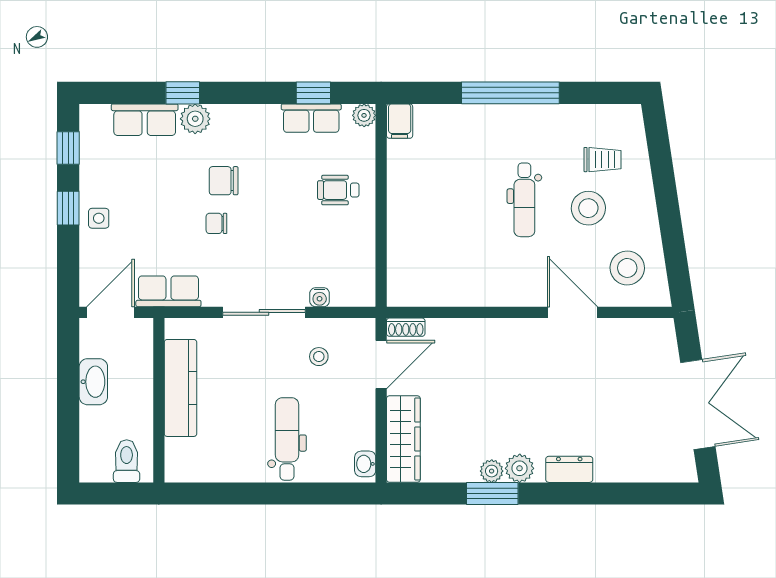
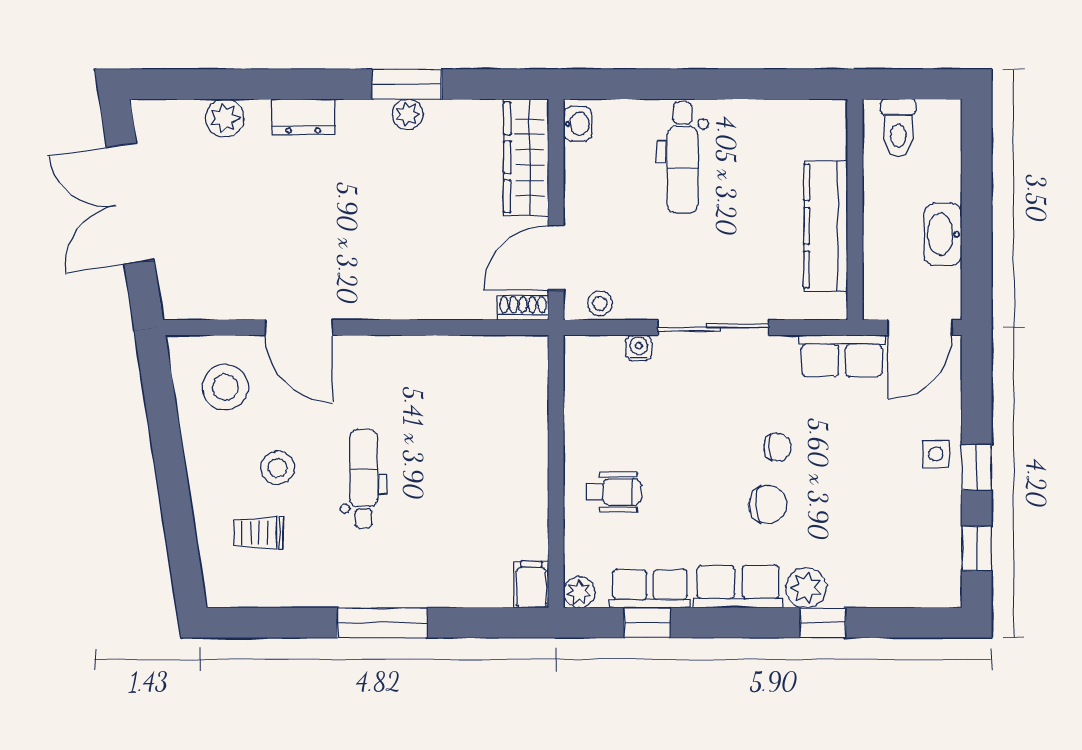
window: (510, 93) -> (382, 623), width x0.68
row of seats: (145, 120) -> (738, 587), moved
stool: (588, 208) -> (277, 468), width x0.73, depth x0.73
stool: (319, 357) -> (600, 303), moved
plant: (520, 468) -> (225, 118), moved

